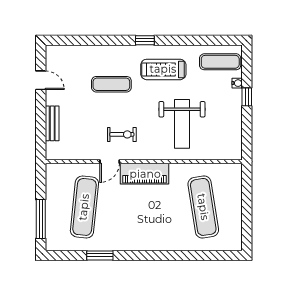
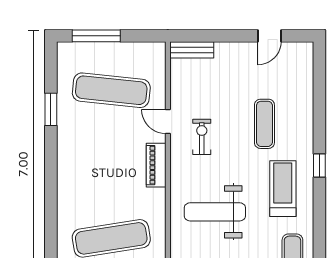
bench: (52, 123) -> (192, 50), moved
exercise bike: (122, 134) -> (202, 137), turned 180
piano: (145, 174) -> (156, 165), width x0.73, depth x0.75

